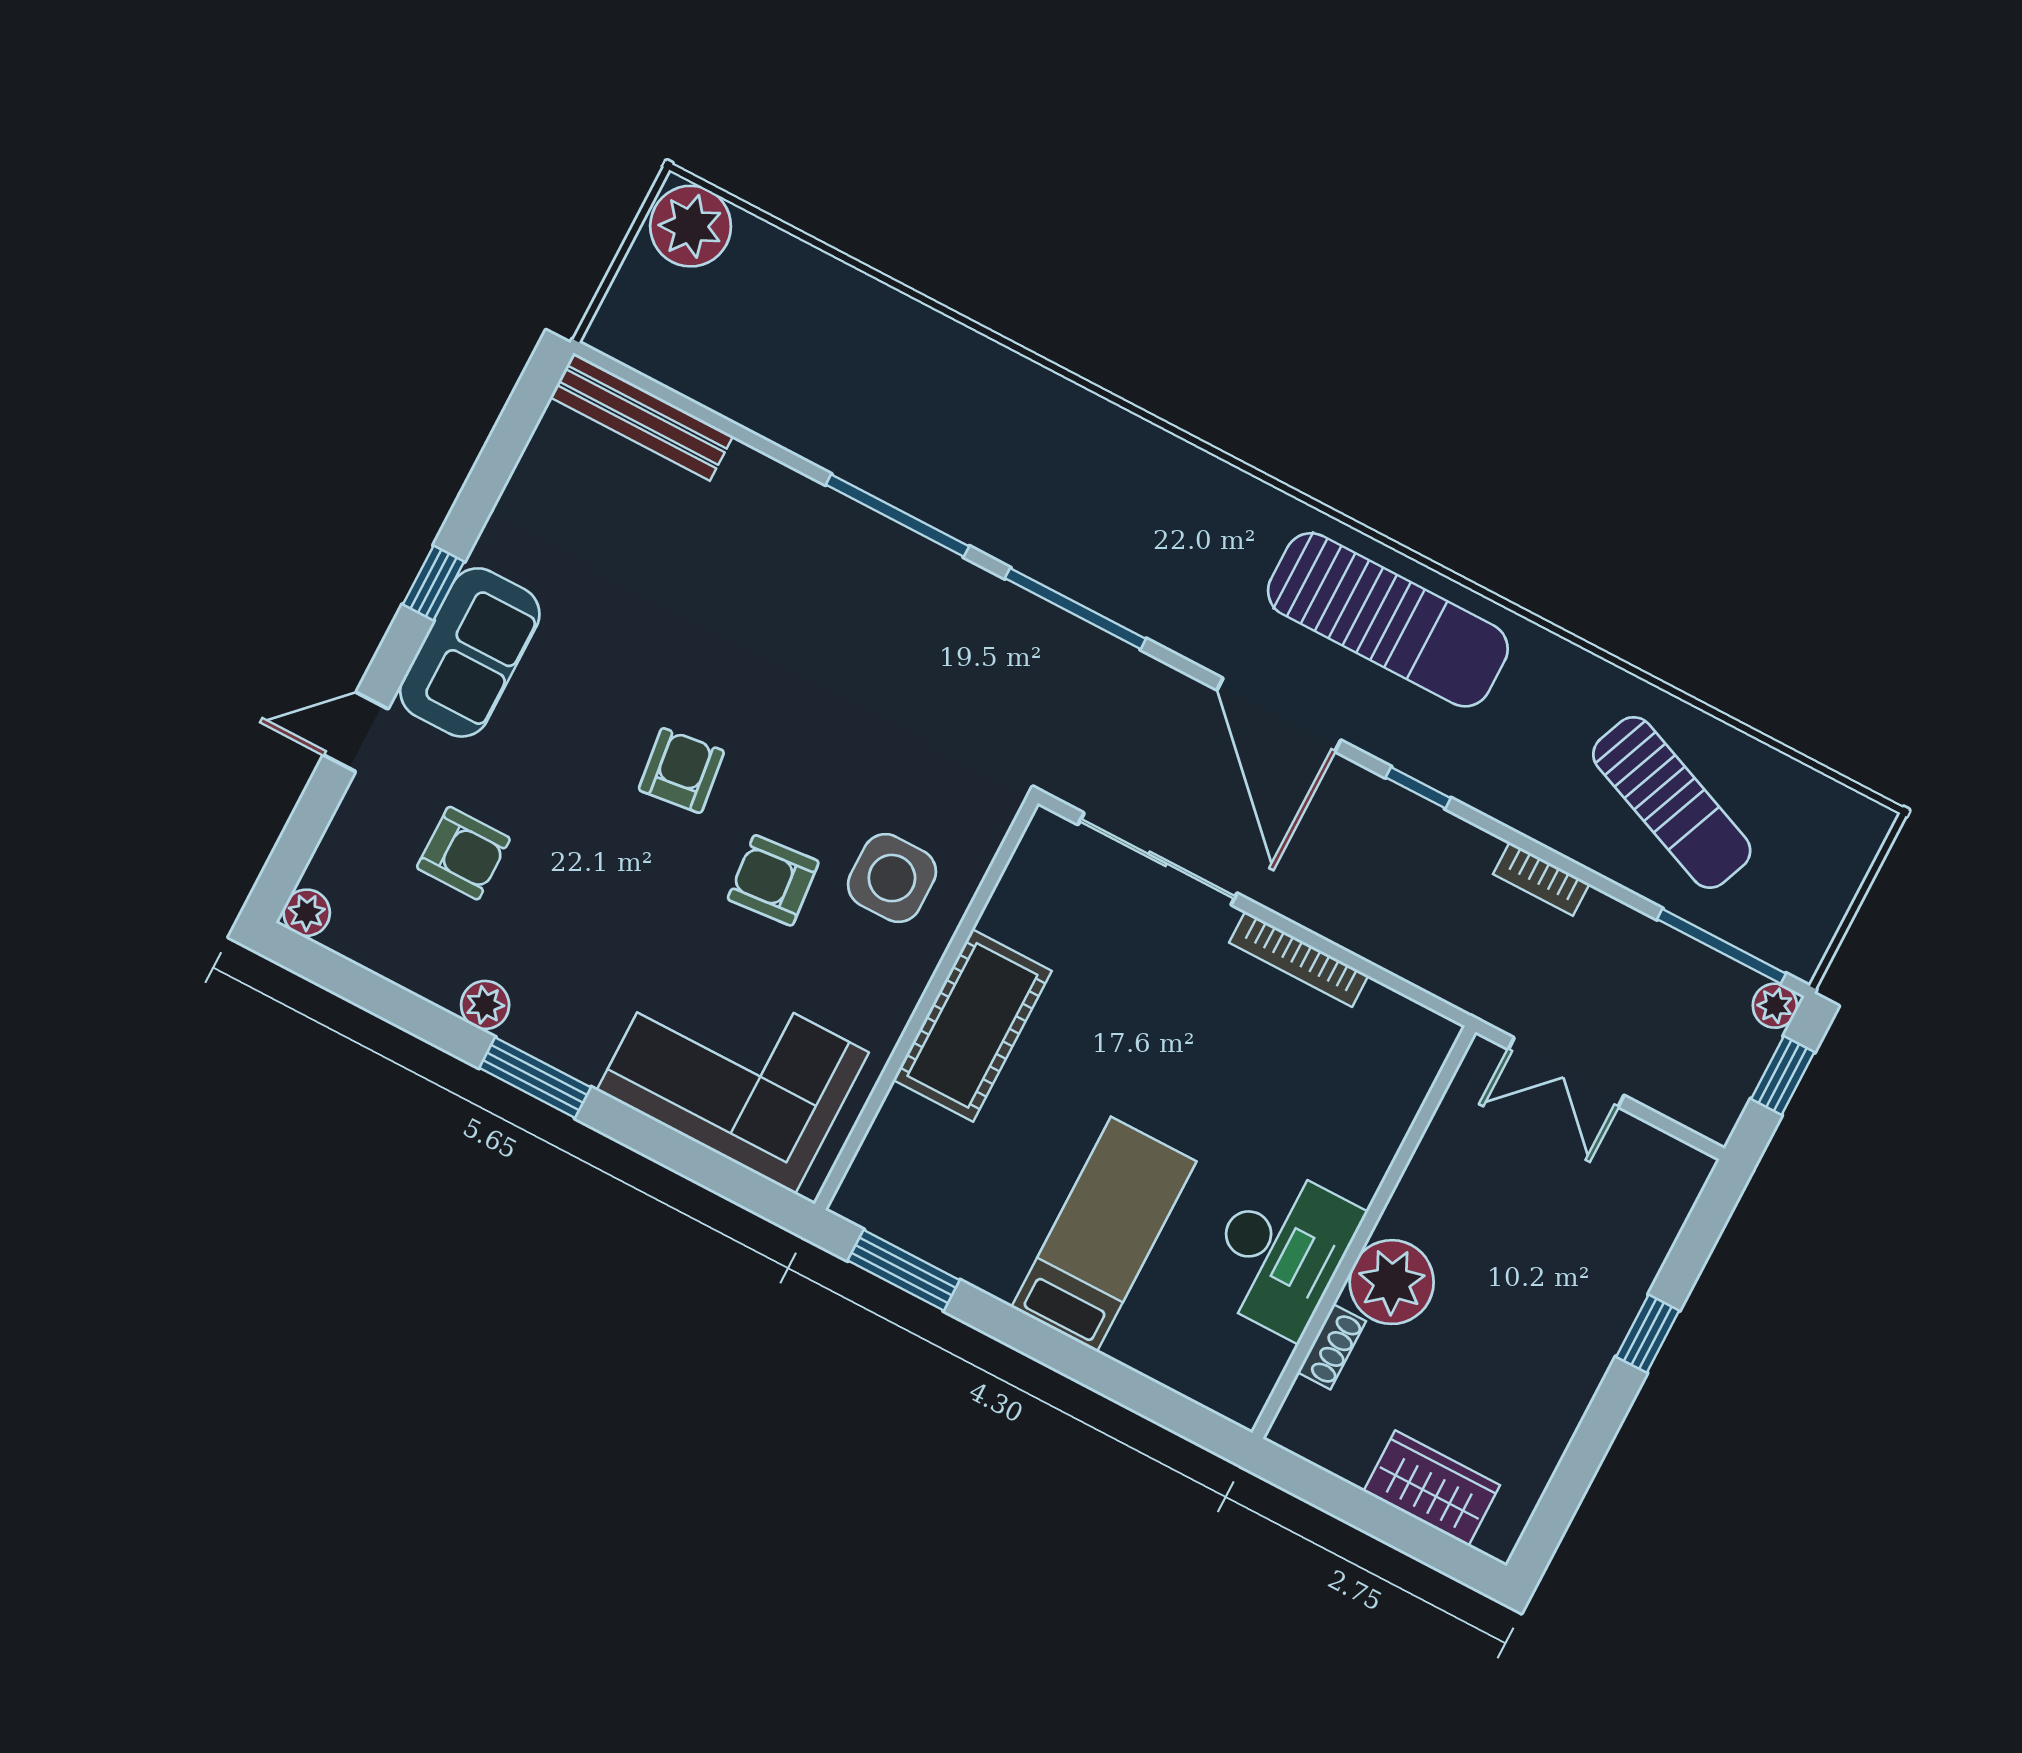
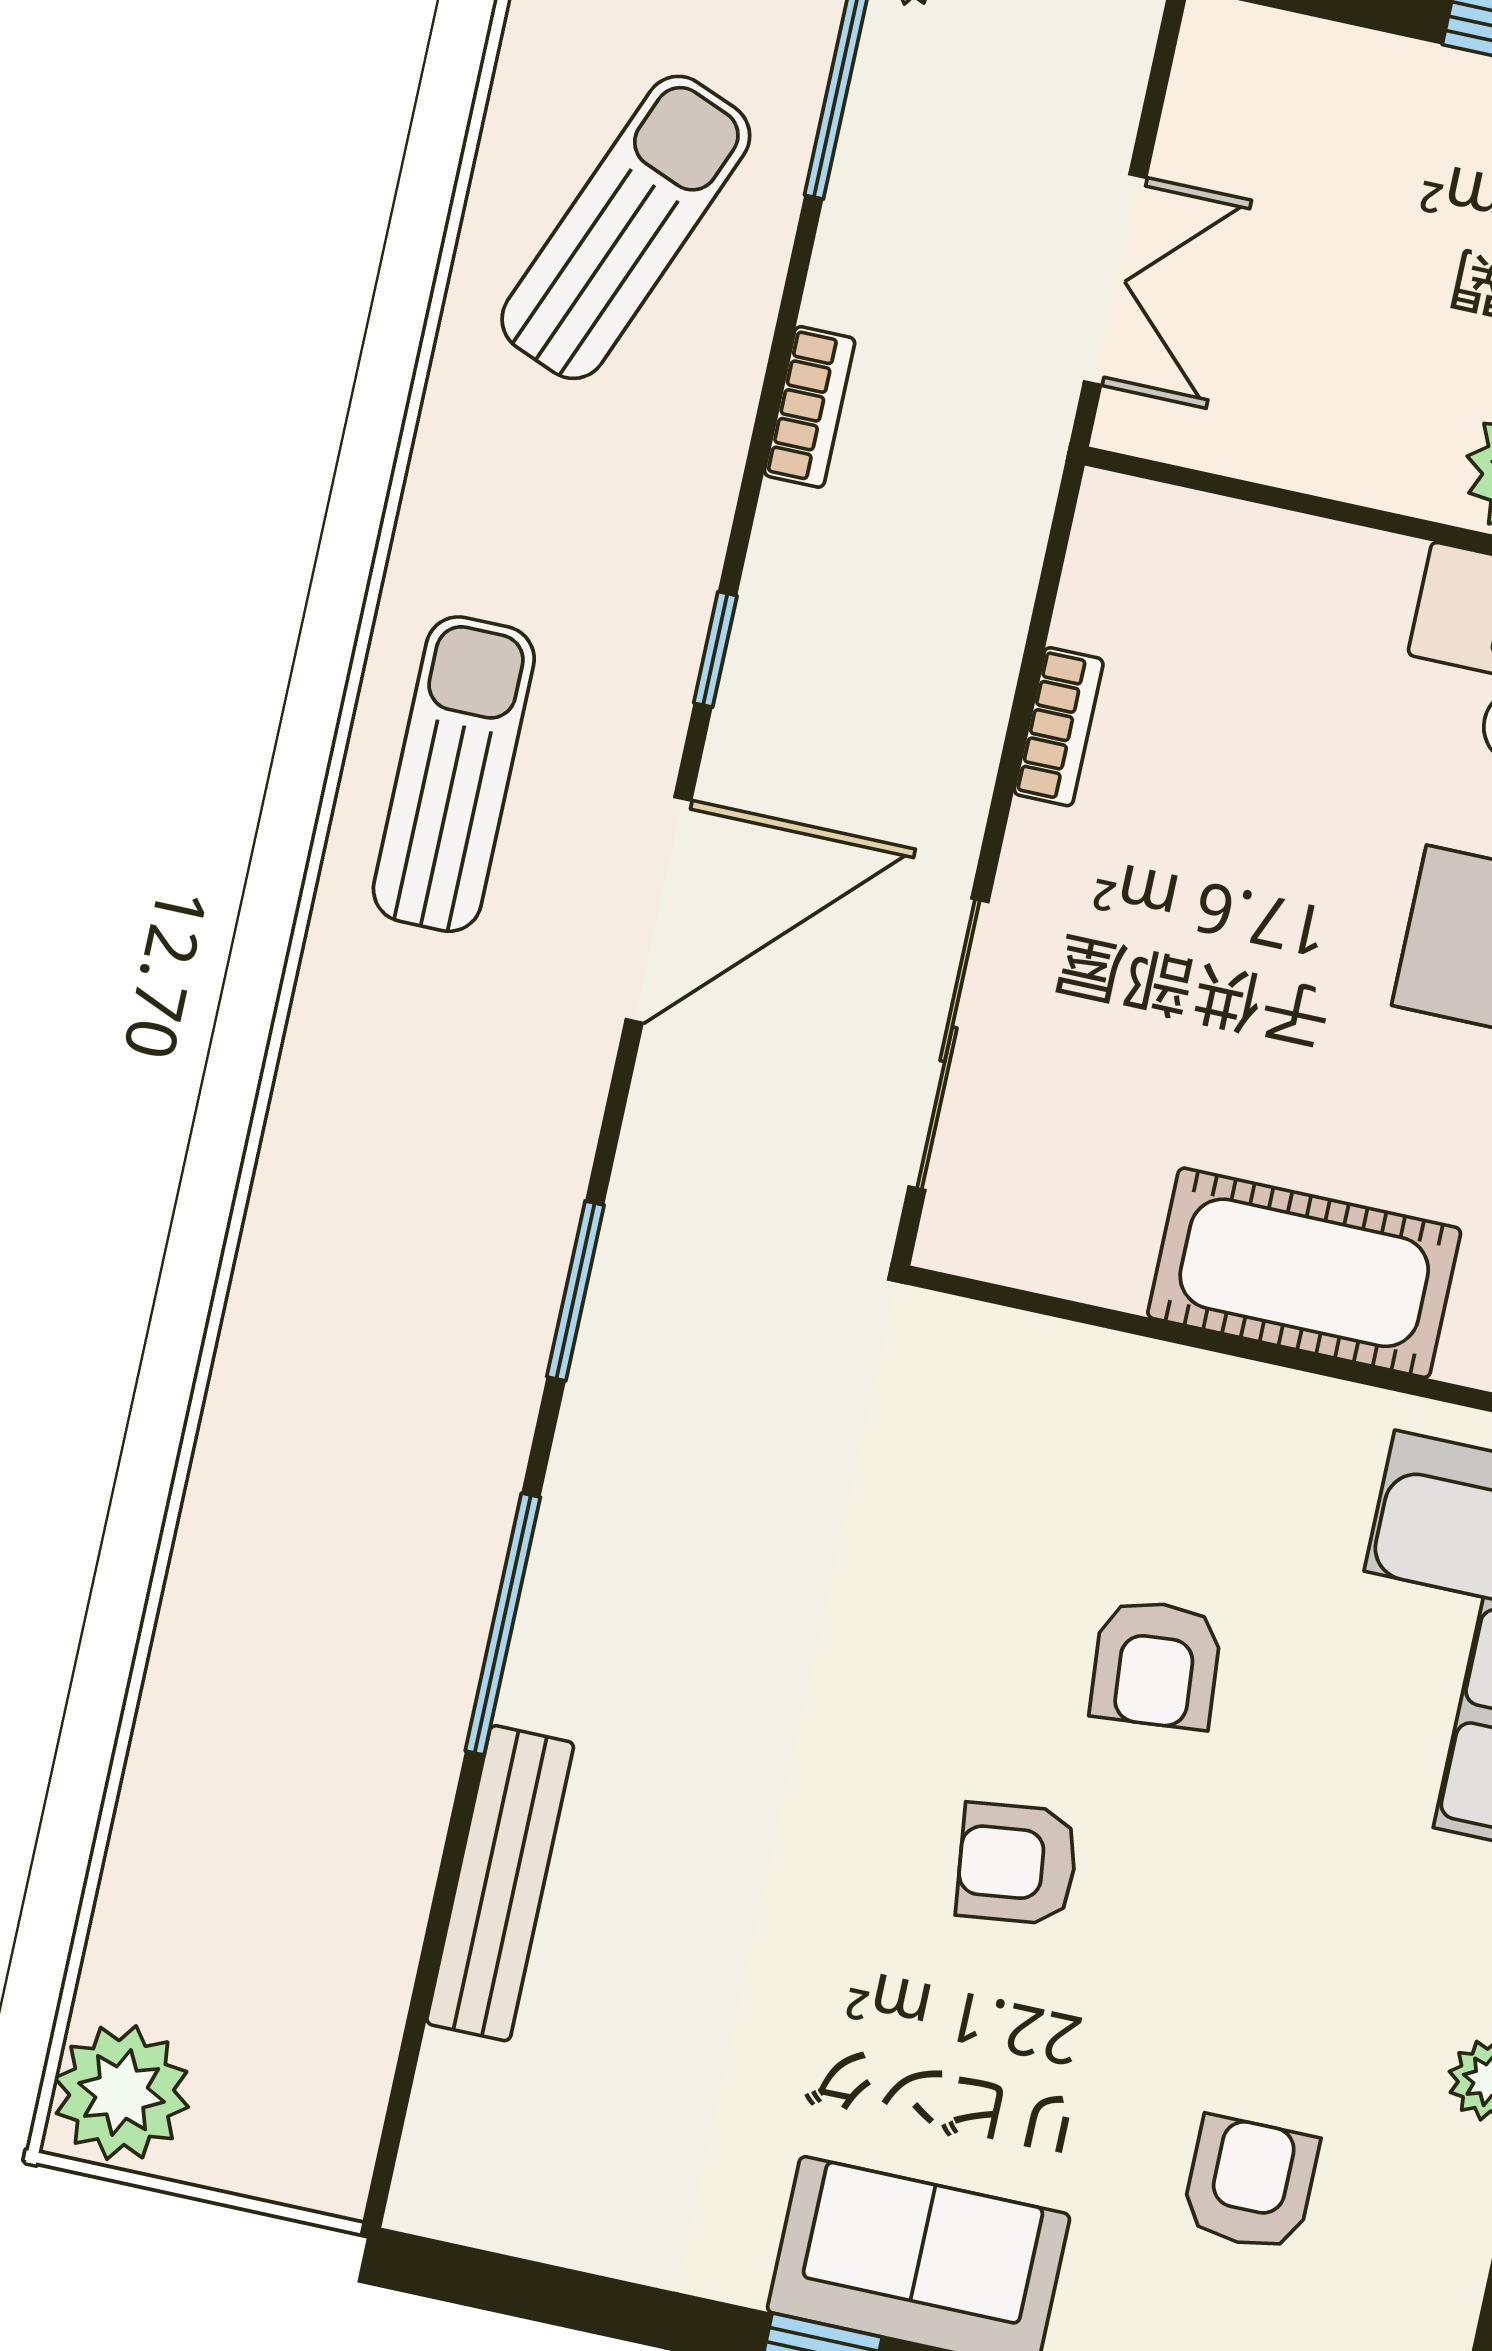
bench: (642, 417) -> (500, 1883), moved
window: (1075, 609) -> (575, 1291), width x0.69
sun lounger: (1388, 620) -> (454, 774), width x0.73, depth x0.75
side table: (892, 878) -> (1099, 1471), removed
bookcase: (1299, 959) -> (1059, 727), width x0.64

